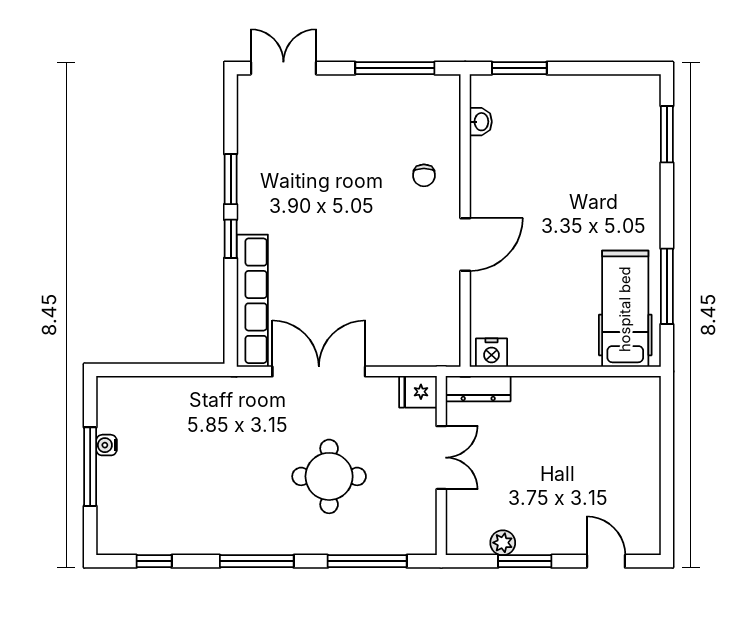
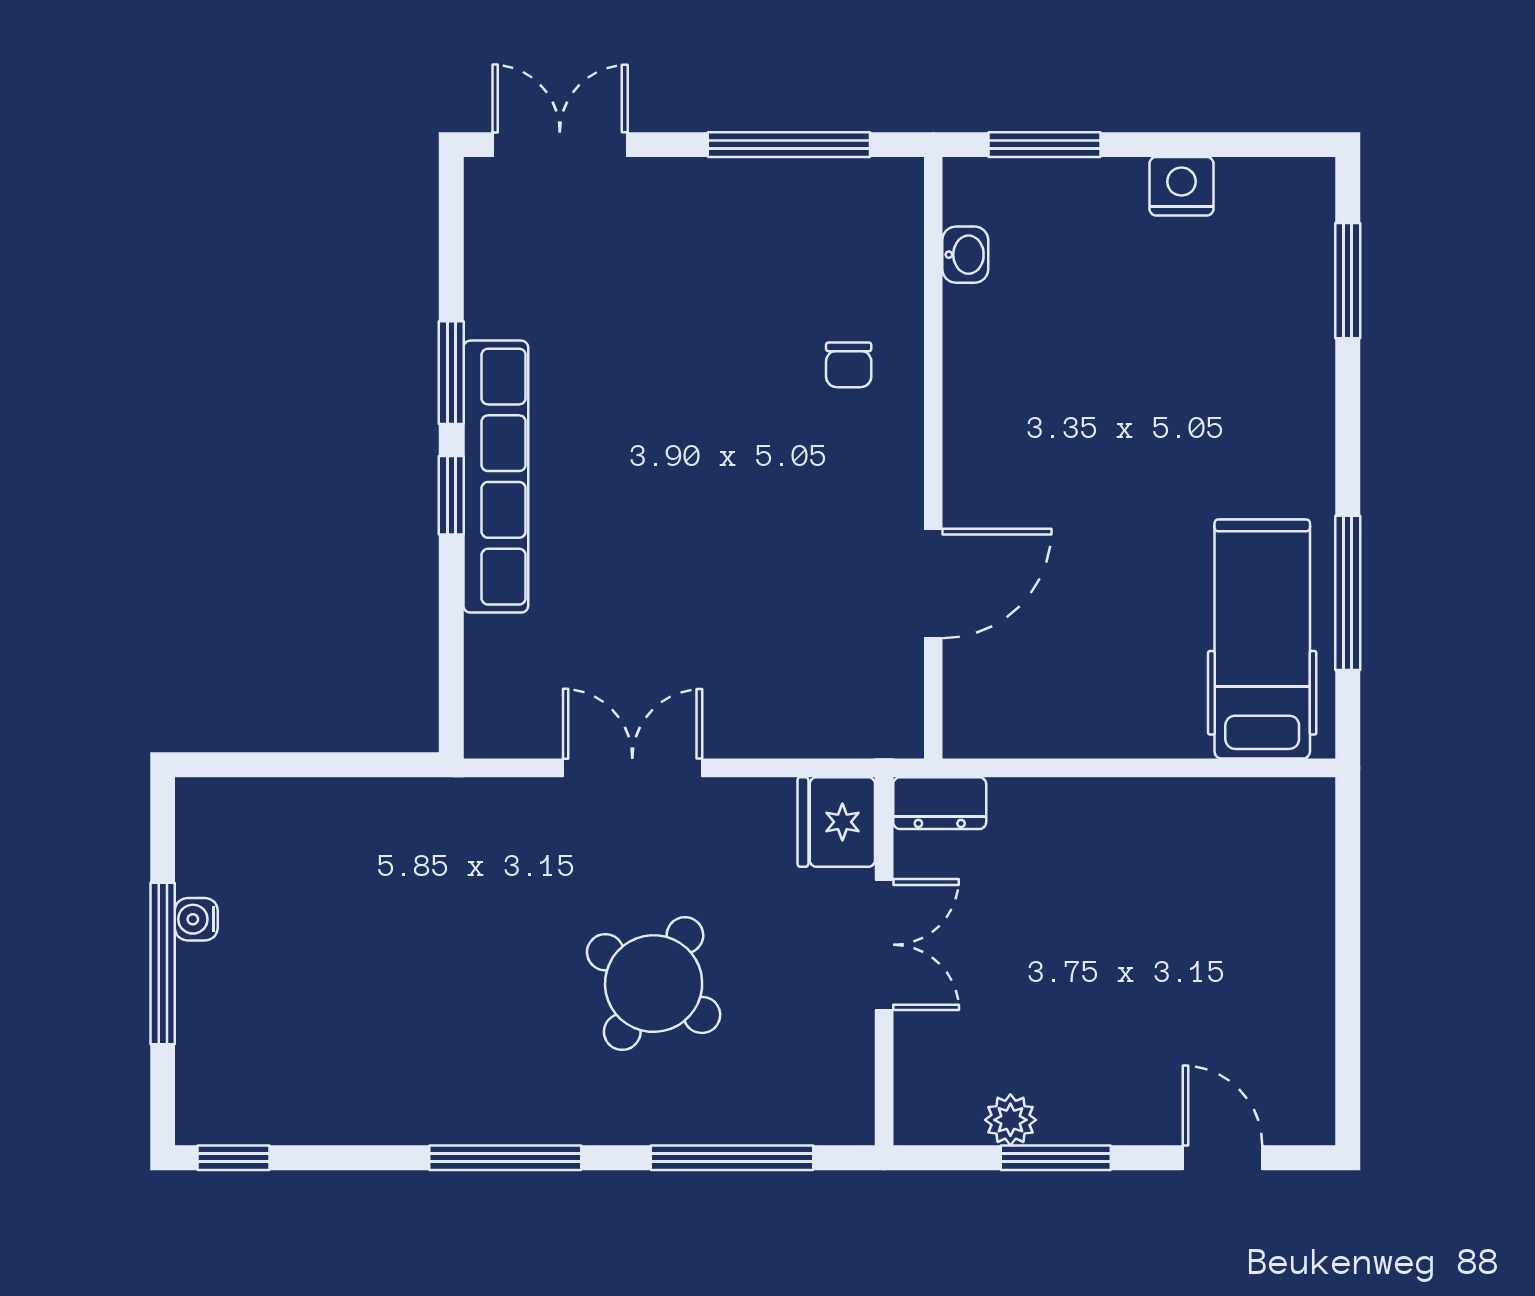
door: (465, 244) -> (933, 583), moved
row of seats: (252, 301) -> (496, 477), moved
nightstand: (491, 353) -> (1181, 186), moved, turned 180
double door: (319, 371) -> (632, 768), width x0.73
dresser: (478, 389) -> (940, 803), width x0.70
fridge: (418, 392) -> (836, 822), width x1.38
round table: (329, 476) -> (654, 984), turned 33
window: (154, 561) -> (234, 1158), moved

